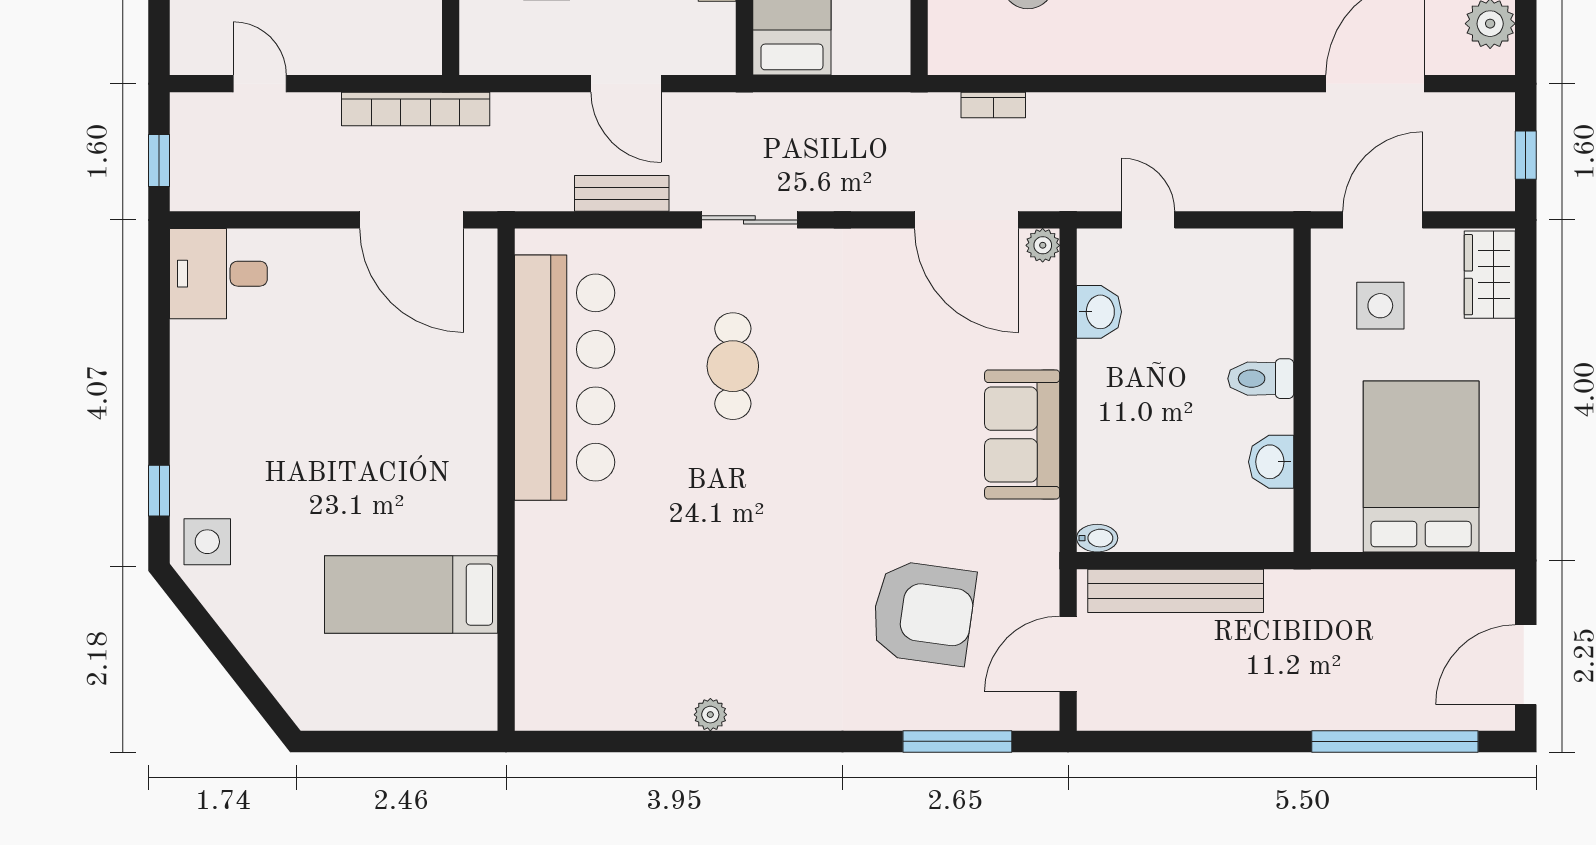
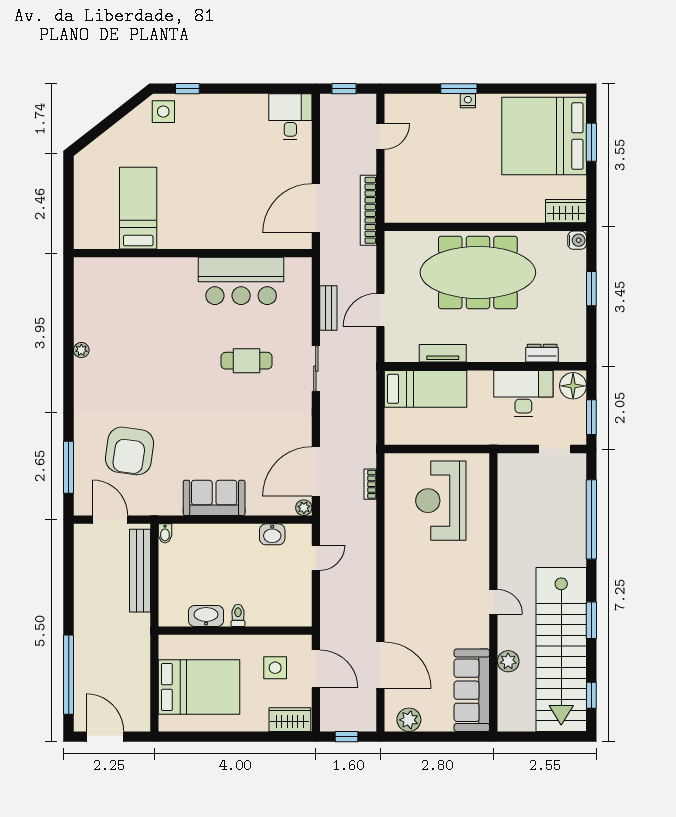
bar counter: (565, 378) -> (241, 281), width x0.73
toilet: (1261, 379) -> (238, 615), width x0.73, depth x0.72
washbasin: (1271, 462) -> (206, 616), width x1.38

